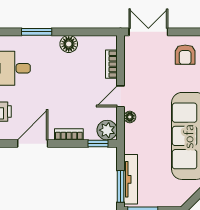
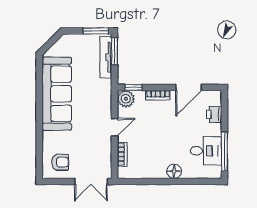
window: (37, 32) -> (185, 181), removed
floor lamp: (69, 44) -> (174, 171), moved
armchair: (185, 55) -> (60, 162), turned 90
floor lamp: (130, 117) -> (107, 110), removed

